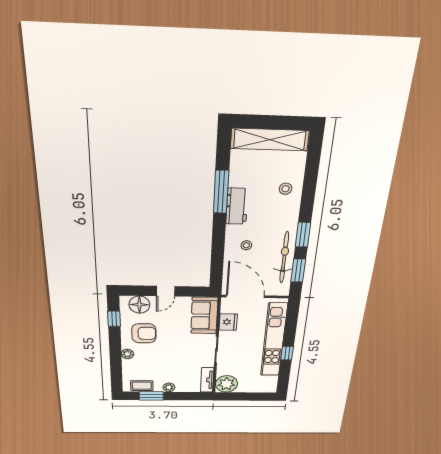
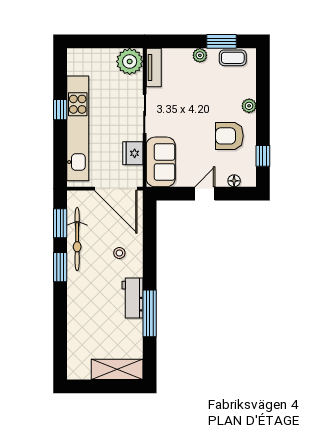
shelving: (270, 140) -> (117, 369), width x0.68
stool: (286, 189) -> (84, 319), removed
floor lamp: (139, 305) -> (234, 181), width x0.53, depth x0.53

